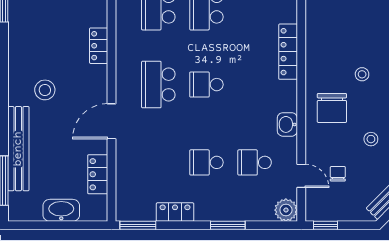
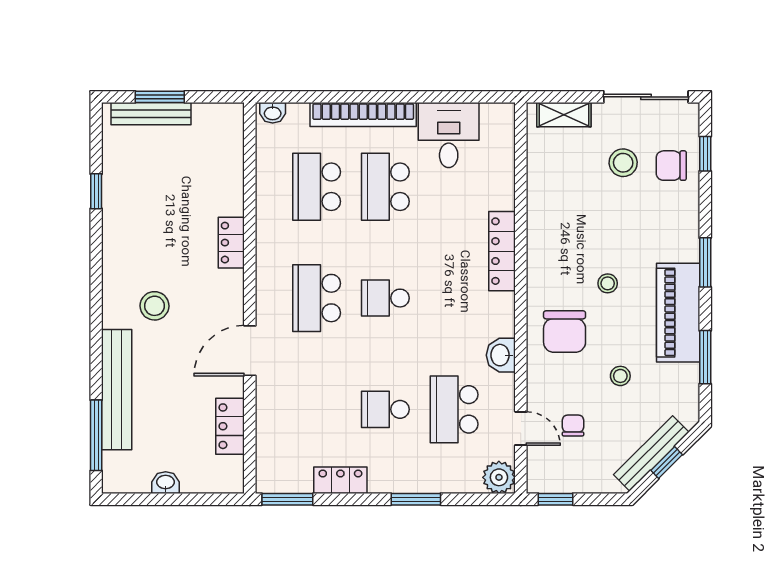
school desk: (255, 162) -> (454, 409), width x1.85
washbasin: (61, 210) -> (166, 483), width x0.52, depth x0.69

